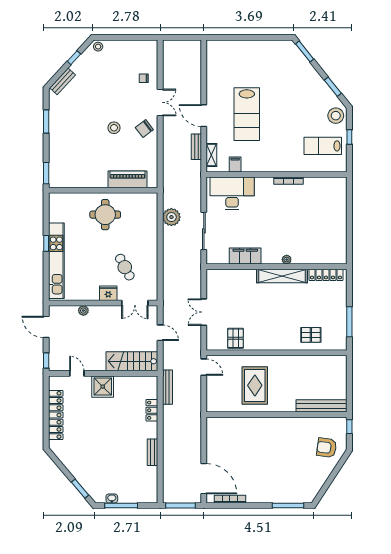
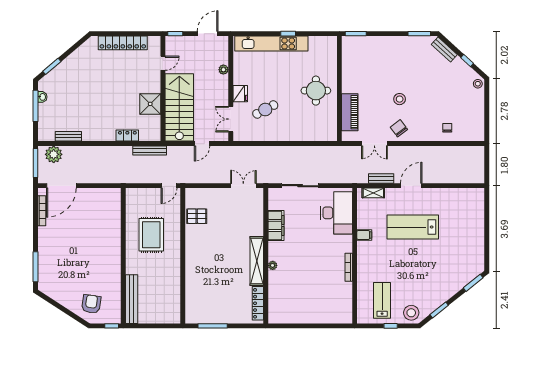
double door: (160, 102) -> (374, 144), moved
window: (46, 121) -> (419, 34), moved
filing cabinet: (235, 164) -> (364, 235), moved
plant: (171, 217) -> (54, 154), moved
double door: (204, 312) -> (243, 186), moved
pallet: (311, 335) -> (200, 289), removed
stairs: (132, 361) -> (179, 107), width x1.36, depth x1.51
rug: (255, 385) -> (151, 235), turned 90
shower: (103, 387) -> (150, 104), moved
bench: (153, 452) -> (68, 136), moved

